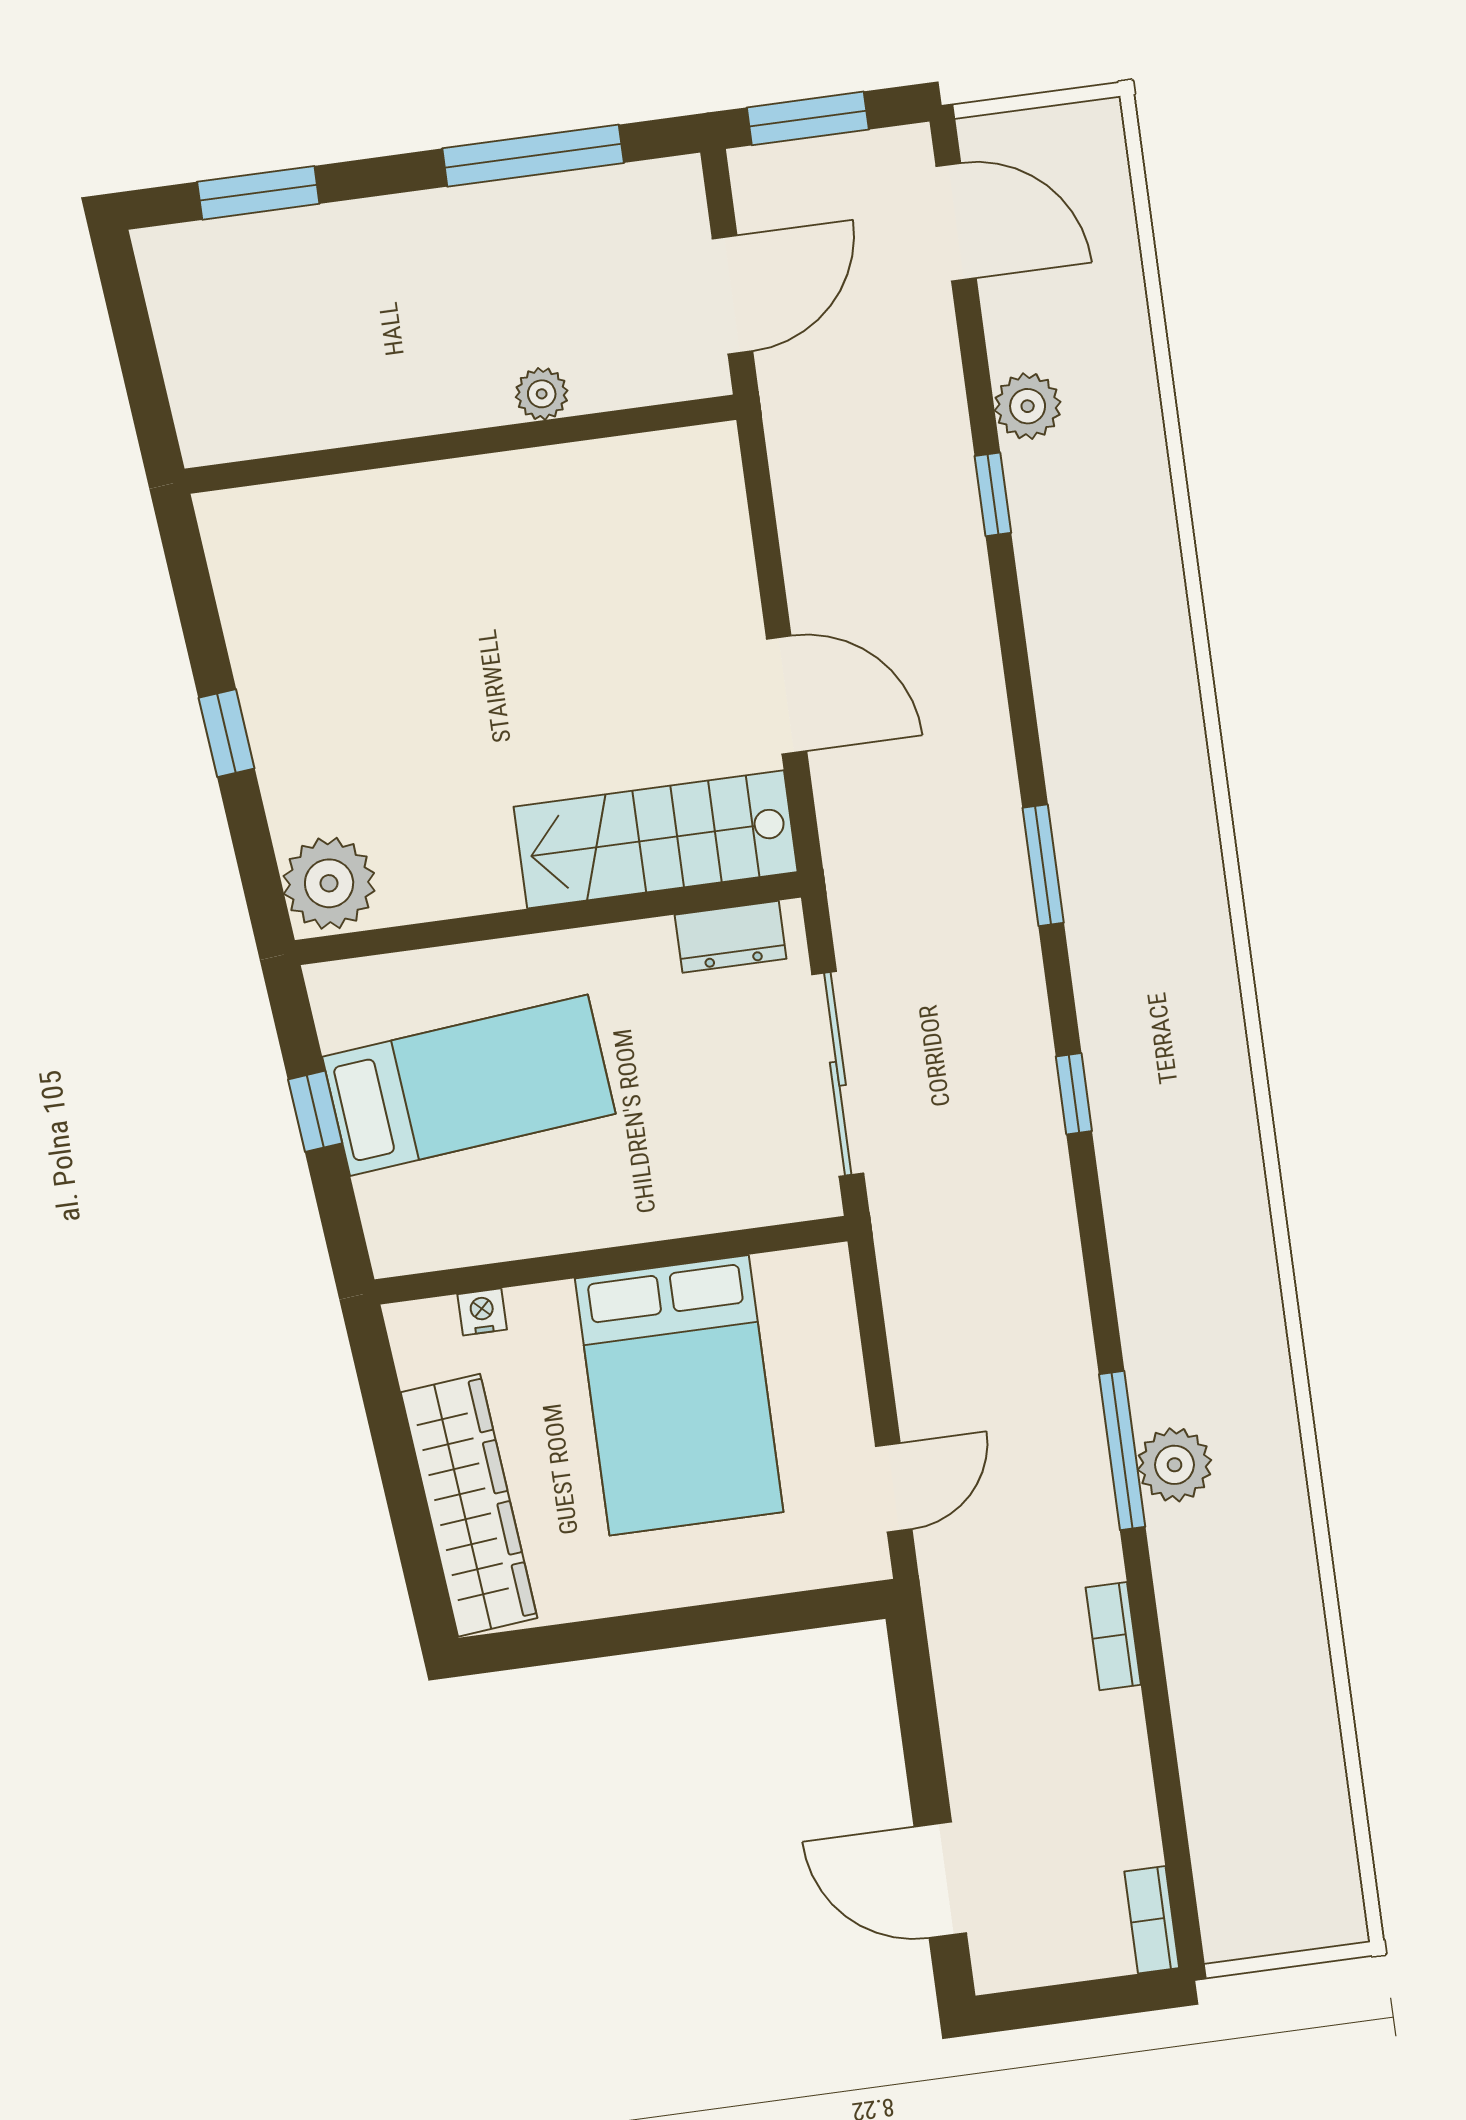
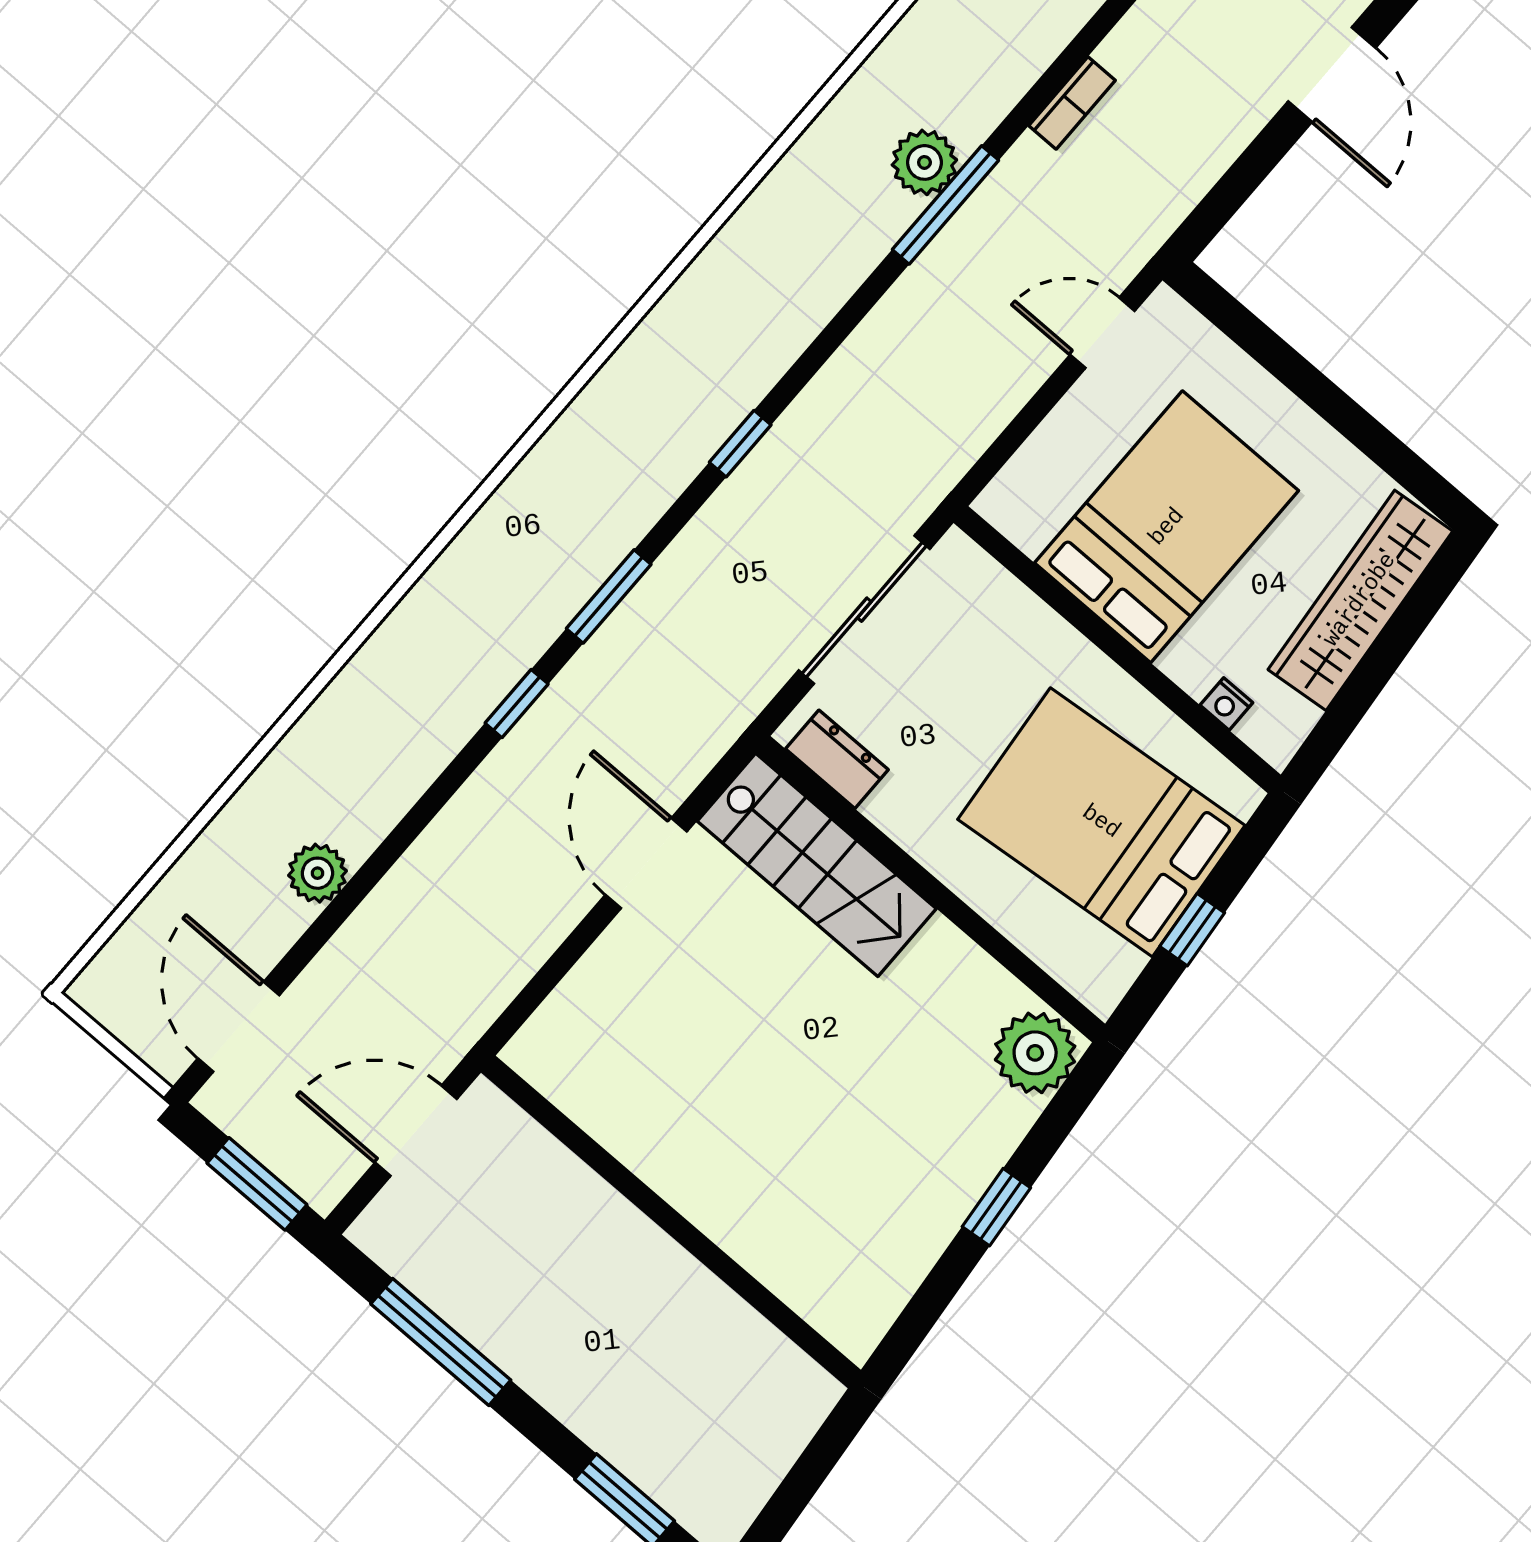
plant: (542, 394) -> (592, 1198), removed
window: (993, 494) -> (517, 704), moved
bed: (469, 1085) -> (1101, 822), width x1.50

